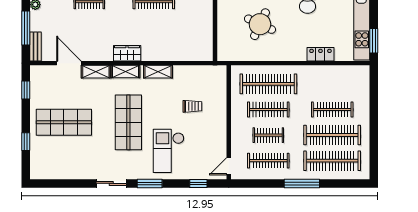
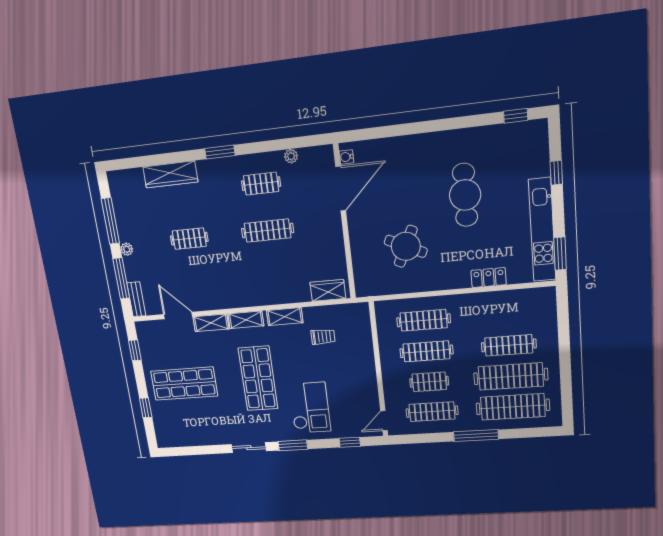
wardrobe: (127, 53) -> (328, 290), moved
clothes rail: (268, 84) -> (424, 320), width x0.73, depth x0.76
trolley: (192, 106) -> (323, 337), moved
checkout: (169, 151) -> (310, 408), turned 180

